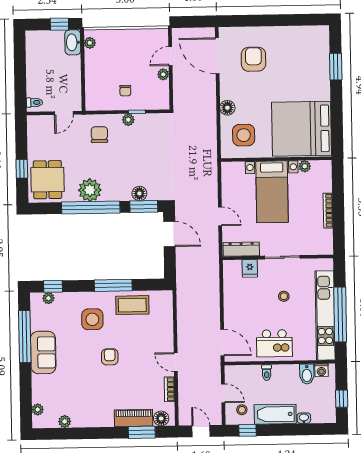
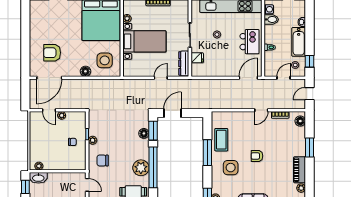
piano: (134, 418) -> (300, 170), moved
window: (142, 432) -> (310, 147), moved

